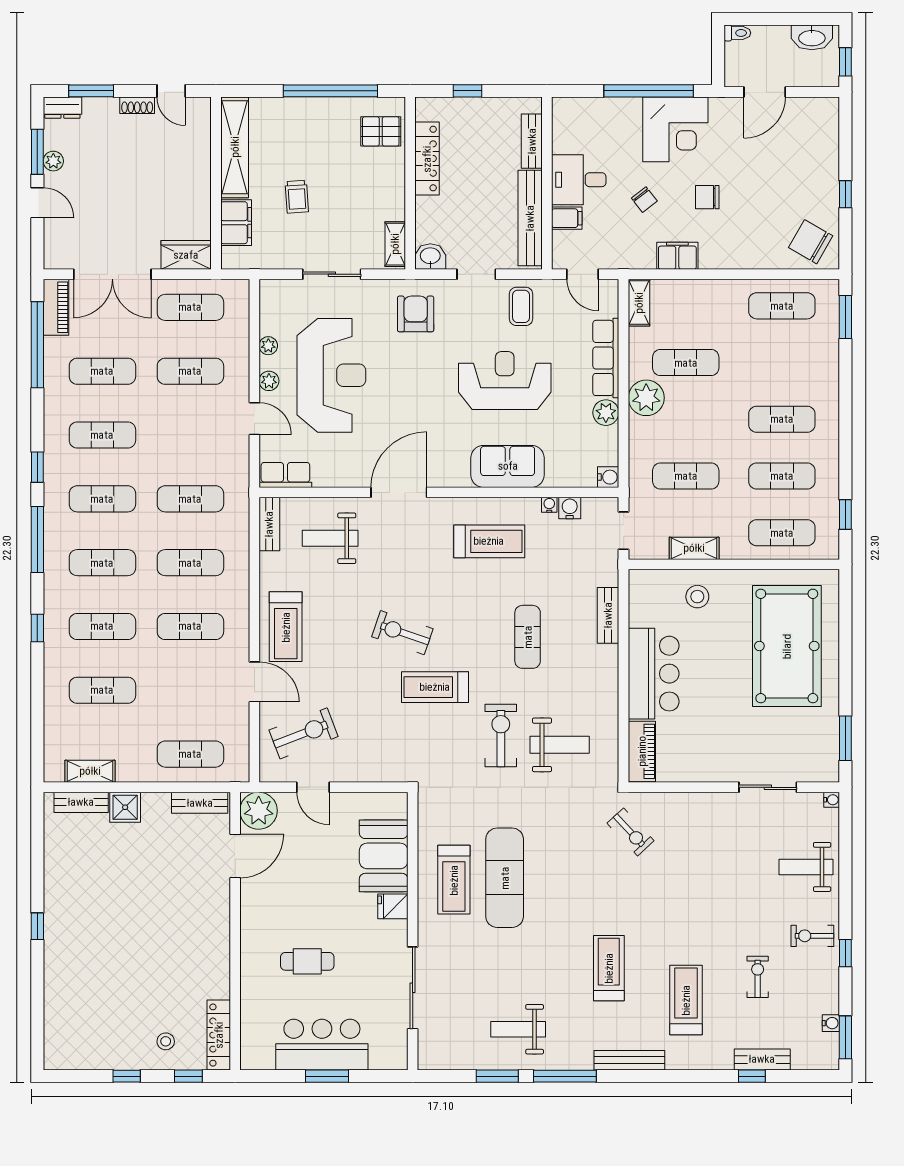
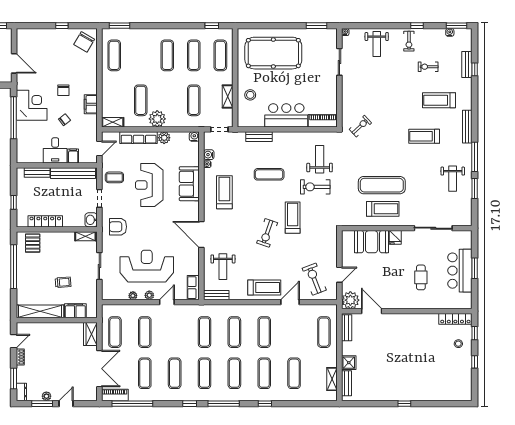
treadmill: (435, 687) -> (293, 218), turned 180

